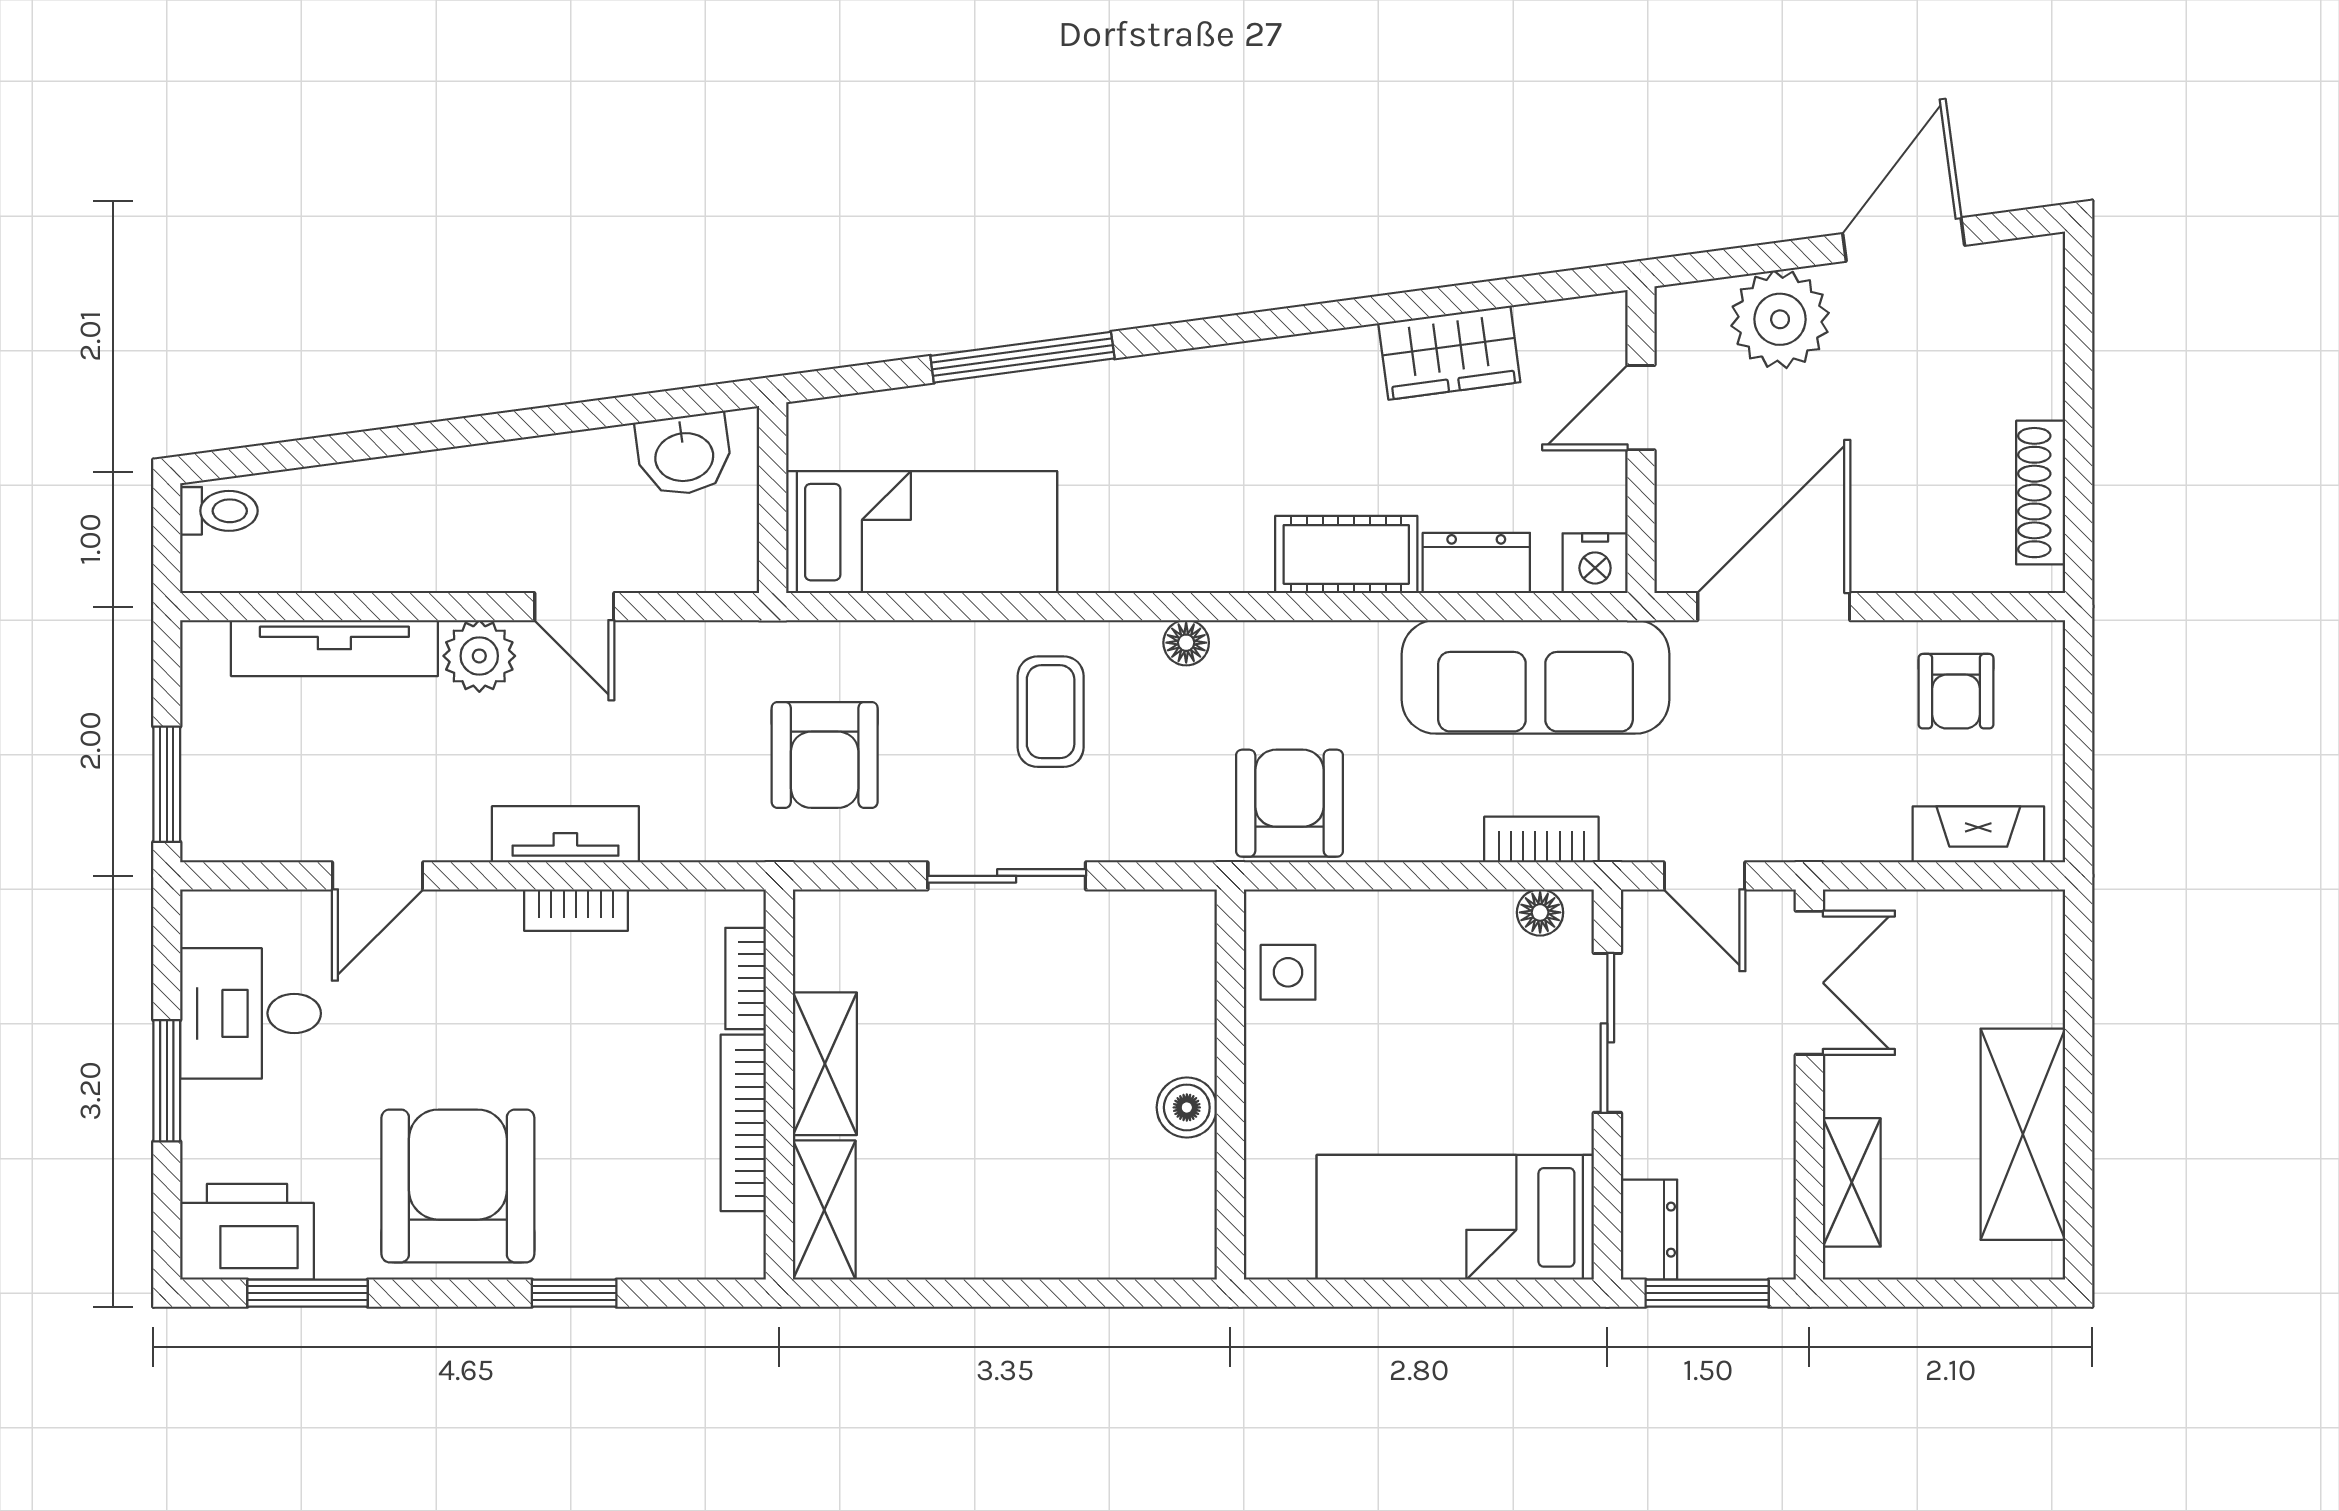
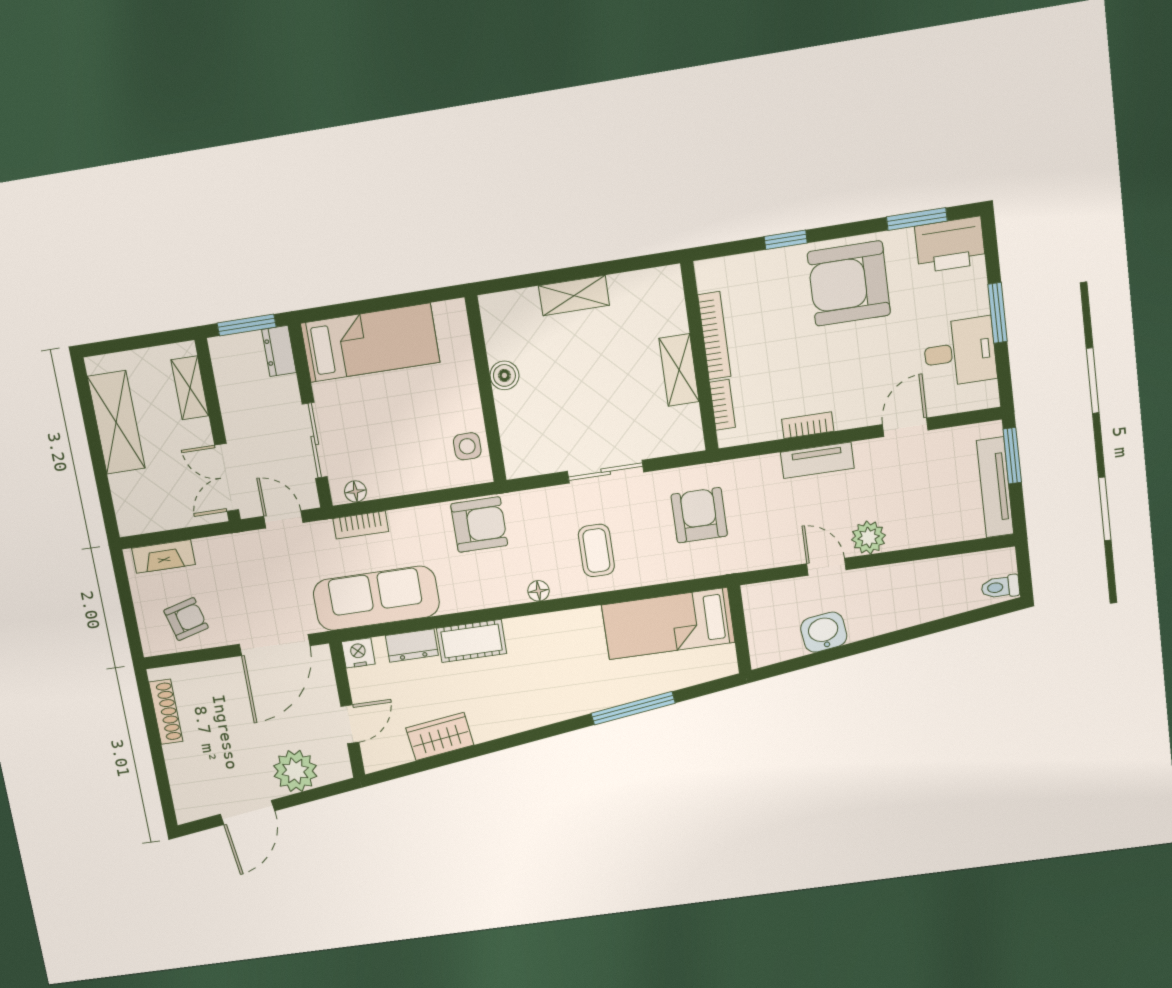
washbasin: (684, 455) -> (824, 632), moved
tv unit: (334, 648) -> (995, 487), moved, turned -90
armchair: (1956, 691) -> (186, 619), turned 75
armchair: (1289, 803) -> (479, 525), turned -90
armchair: (458, 1186) -> (849, 284), turned 90
shelving: (824, 1210) -> (574, 296), moved, turned 90

